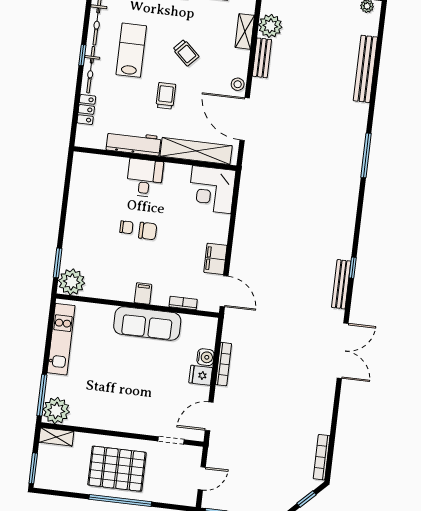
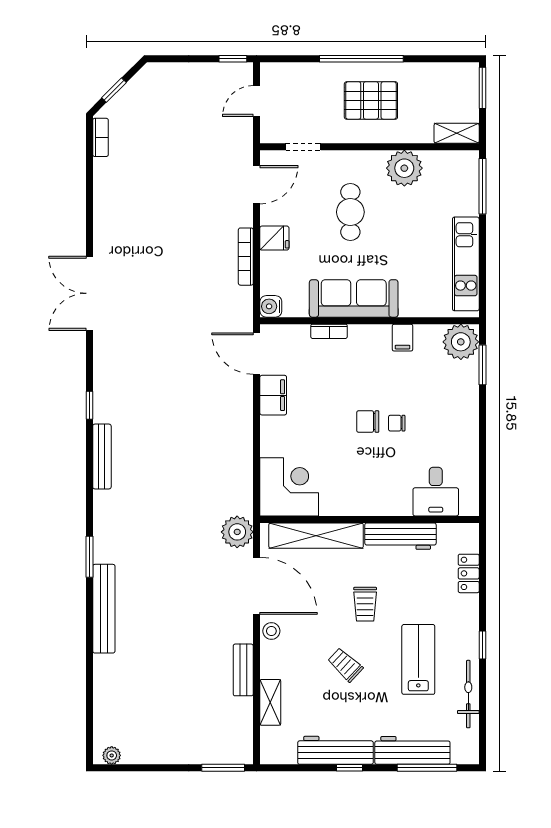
plant: (270, 26) -> (237, 532), moved
lab bench: (131, 50) -> (418, 659), turned 180
bench: (365, 69) -> (104, 609), moved
bicycle: (91, 70) -> (469, 627), removed
window: (366, 155) -> (89, 557), width x0.69
desk: (145, 178) -> (436, 492), moved
bench: (341, 284) -> (102, 456), moved
filing cabinet: (143, 294) -> (403, 338), moved
bookcase: (183, 303) -> (329, 331), moved
water cooler: (205, 357) -> (271, 306), moved
cafe table: (142, 388) -> (350, 212), added
plant: (56, 411) -> (404, 168), moved
bookcase: (322, 457) -> (100, 137), width x0.64
pallet: (117, 469) -> (371, 100), width x0.73, depth x0.71

